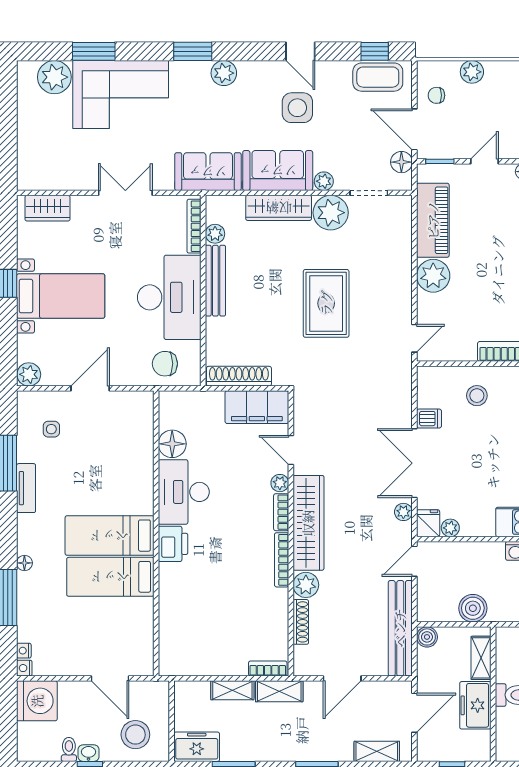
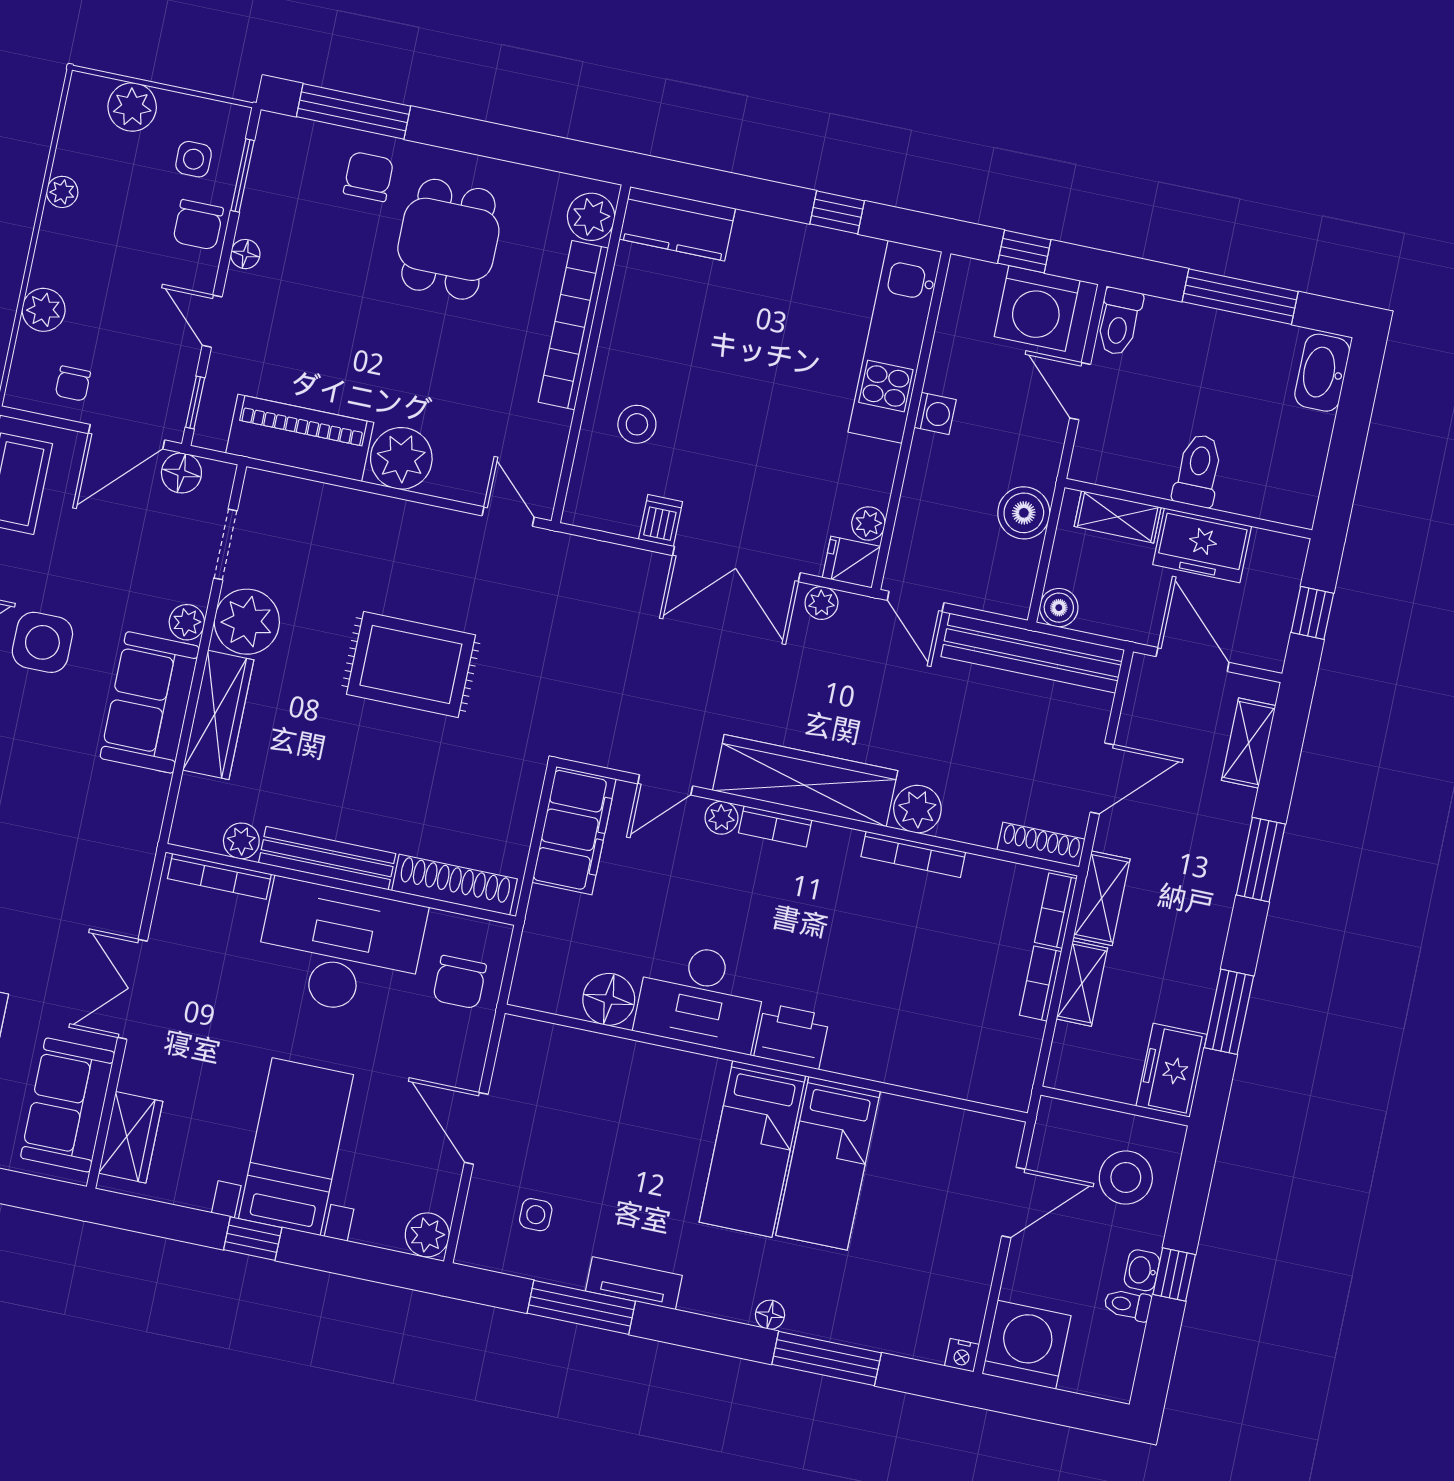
sofa: (208, 172) -> (68, 1105), moved
shoe rack: (239, 376) -> (454, 885), moved, turned 90
bookcase: (282, 560) -> (913, 854), moved
shoe rack: (301, 622) -> (1041, 845), moved
nightstand: (24, 651) -> (930, 1349), removed
bookcase: (228, 669) -> (1040, 983), added
door: (342, 678) -> (1102, 778), hinge flipped

